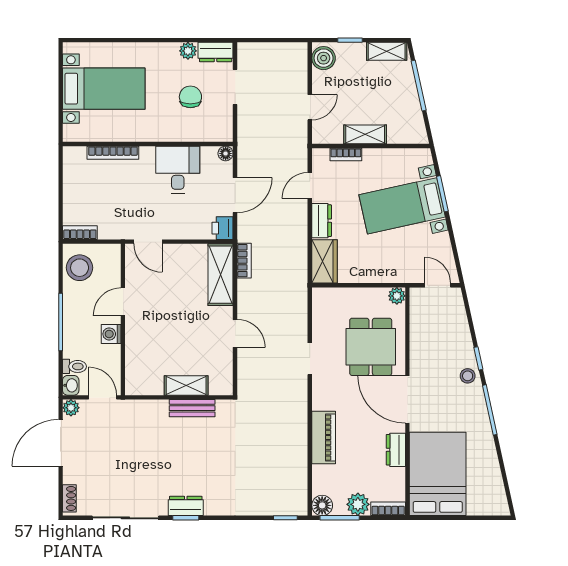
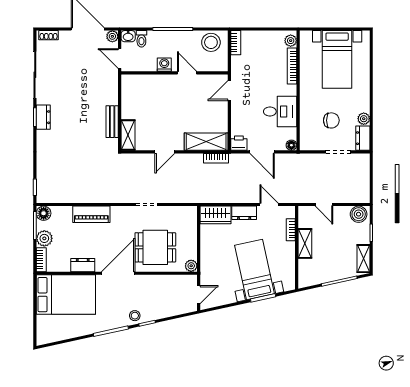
plant: (77, 155) -> (291, 41), added
shelving: (186, 385) -> (128, 135), moved
door: (103, 397) -> (120, 59), swing flipped

